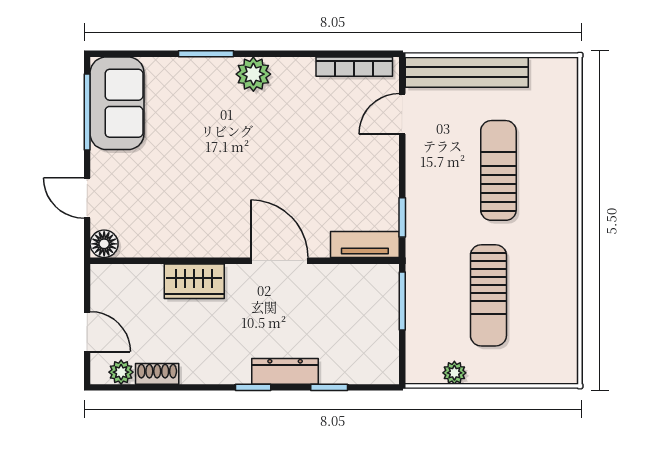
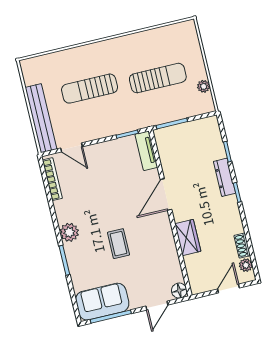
coffee table: (213, 156) -> (118, 244), added

